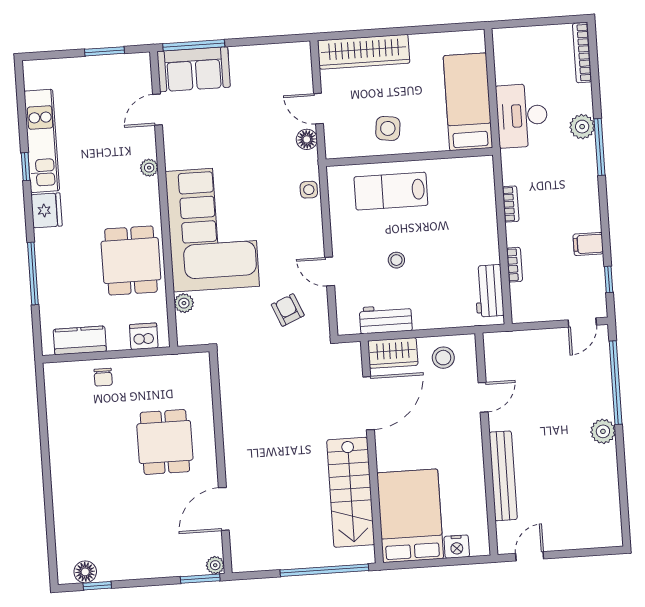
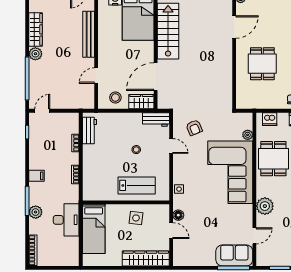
plant: (149, 168) -> (265, 206), width x1.88, depth x1.88
filing cabinet: (588, 244) -> (36, 176), moved
workbench: (386, 319) -> (156, 119), moved
wardrobe: (606, 478) -> (36, 29), added

